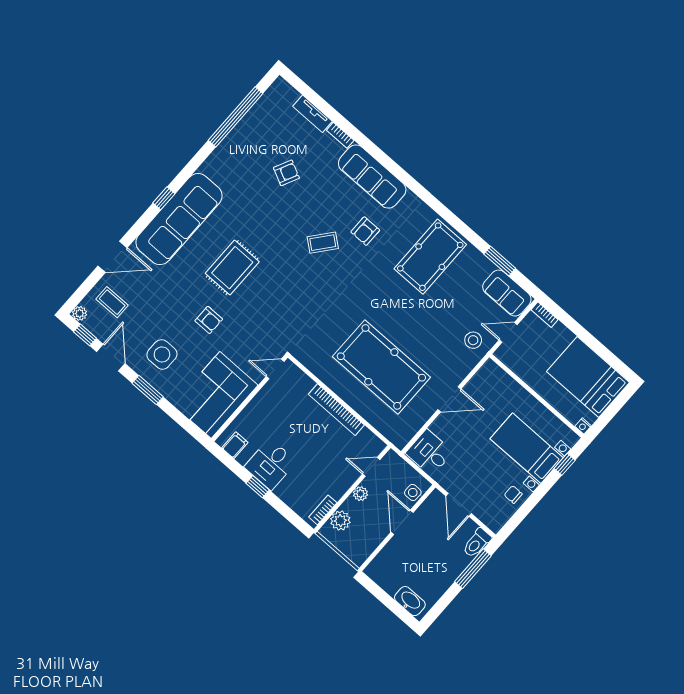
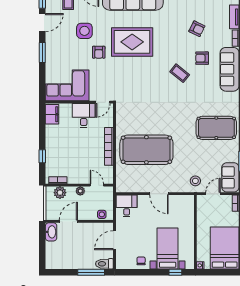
armchair: (365, 231) -> (202, 58), moved
rug: (232, 268) -> (132, 42), width x1.37, depth x1.44
door: (508, 332) -> (213, 194), hinge flipped
side table: (162, 354) -> (84, 31), moved
pool table: (381, 367) -> (146, 150), turned 90
door: (275, 369) -> (103, 102), swing flipped
filing cabinet: (235, 445) -> (52, 114), width x2.00
desk: (270, 464) -> (84, 115), moved, turned 90
window: (258, 487) -> (42, 156), moved
door: (402, 522) -> (68, 221), moved
washbasin: (410, 601) -> (51, 232), moved

